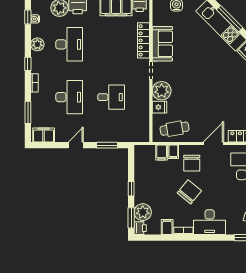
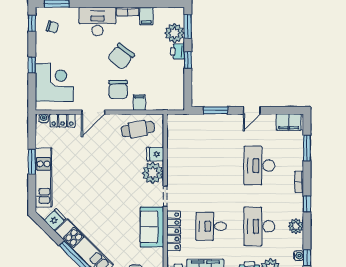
desk: (111, 97) -> (211, 226), moved
filing cabinet: (162, 152) -> (153, 102), removed
chair: (192, 163) -> (118, 89), turned 180
printer: (140, 228) -> (177, 51), moved

